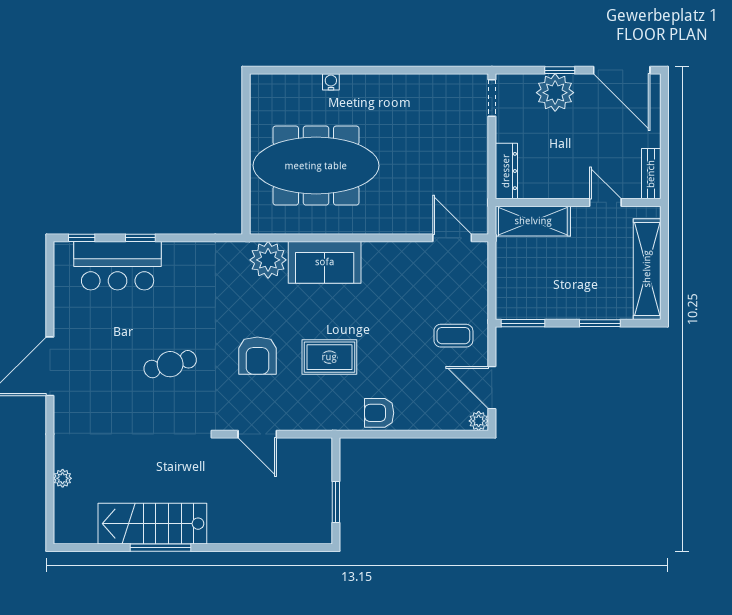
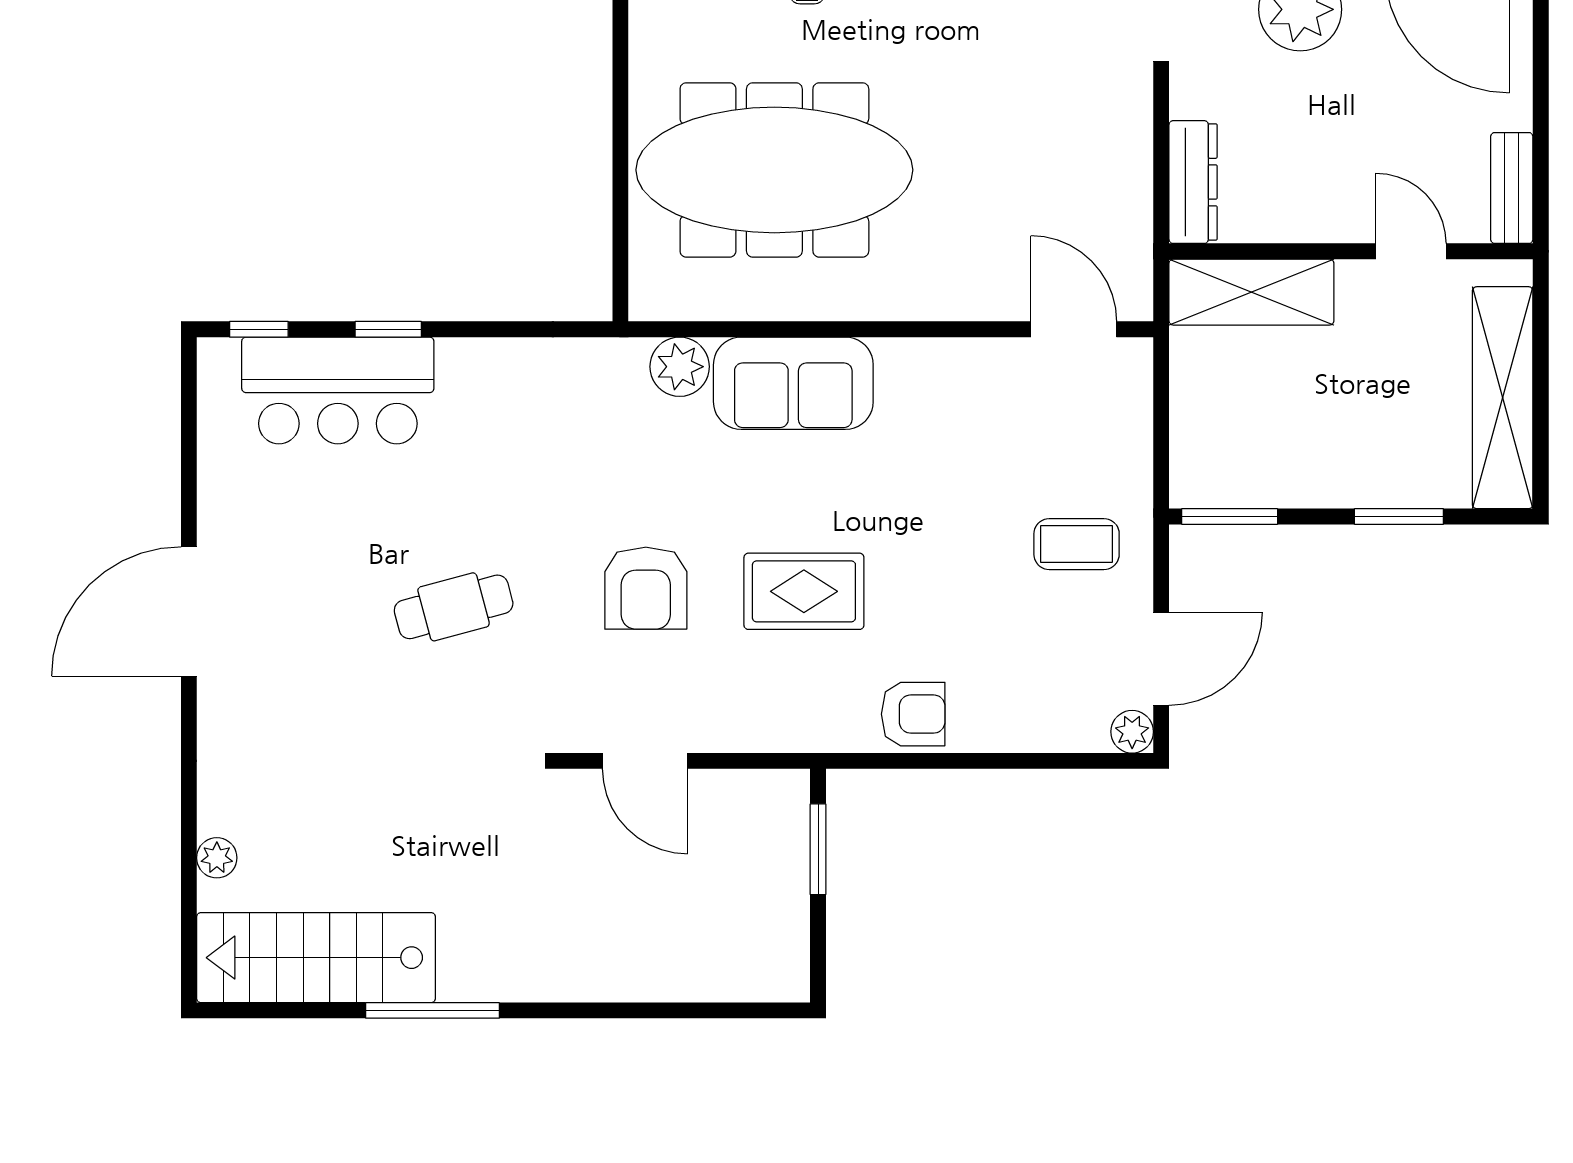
plant: (268, 260) -> (680, 367), width x0.73, depth x0.73
door: (492, 388) -> (1161, 659), swing flipped
armchair: (379, 413) -> (913, 714), turned 180
window: (336, 502) -> (818, 849), moved
stairs: (152, 524) -> (316, 958), moved

